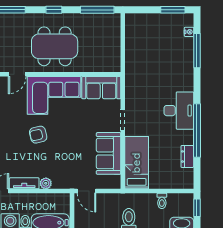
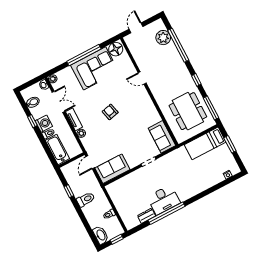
window: (173, 10) -> (230, 144), moved
dining table: (55, 46) -> (188, 111), moved
window: (197, 51) -> (218, 186), removed
corner sofa: (54, 95) -> (141, 109), removed
desk: (179, 111) -> (164, 200), moved
sofa: (109, 153) -> (112, 169), moved
bed: (137, 163) -> (205, 143), moved, turned 180

